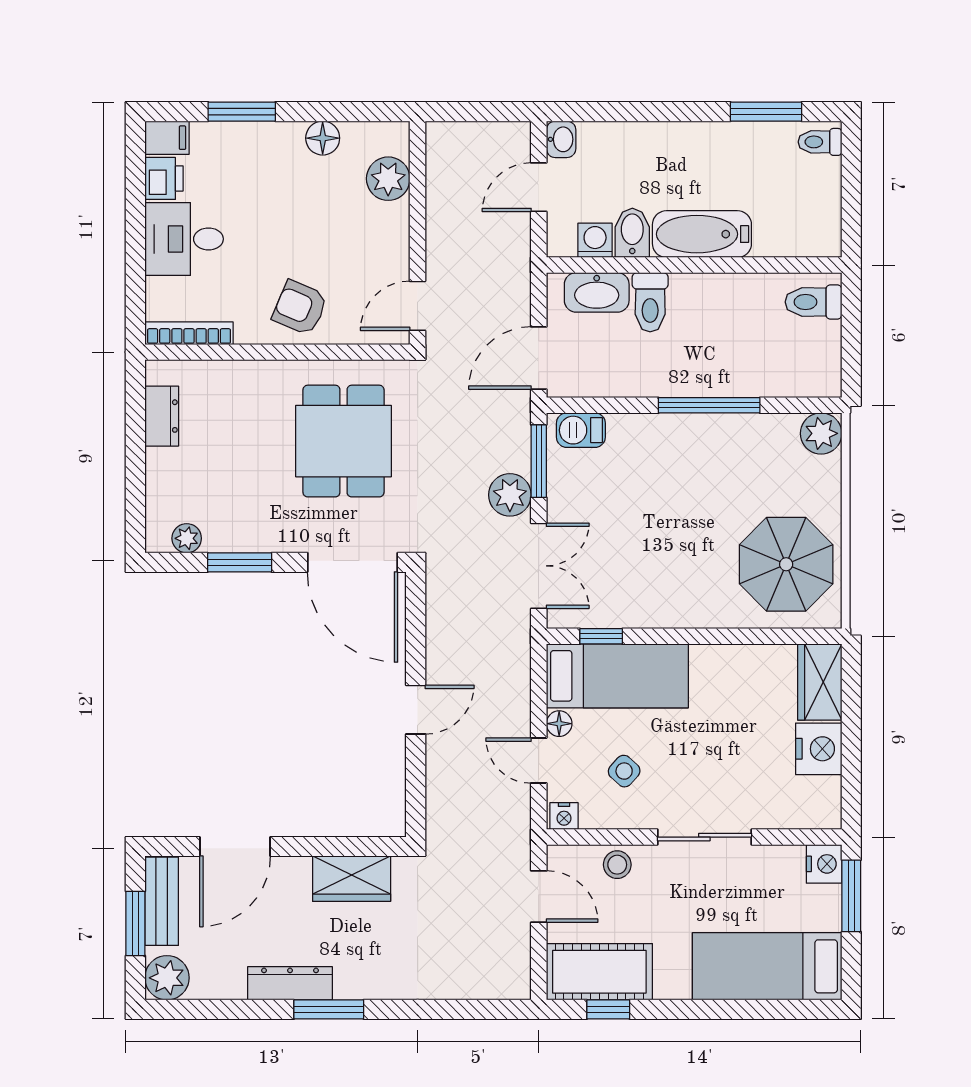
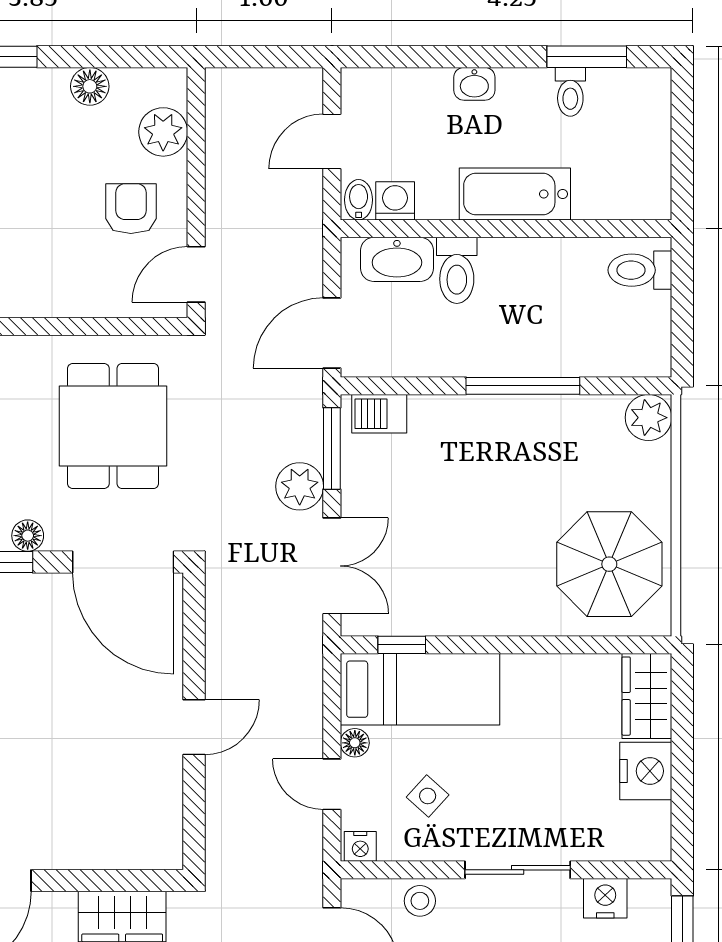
washbasin: (561, 139) -> (474, 84), moved, turned 90
toilet: (820, 142) -> (570, 92), moved, turned -90
bidet: (632, 233) -> (359, 200), moved, width x0.72, depth x0.74
armchair: (300, 308) -> (131, 209), moved, turned 67
floor lamp: (267, 539) -> (28, 536), added
nightstand: (824, 864) -> (605, 898), moved, turned -90

